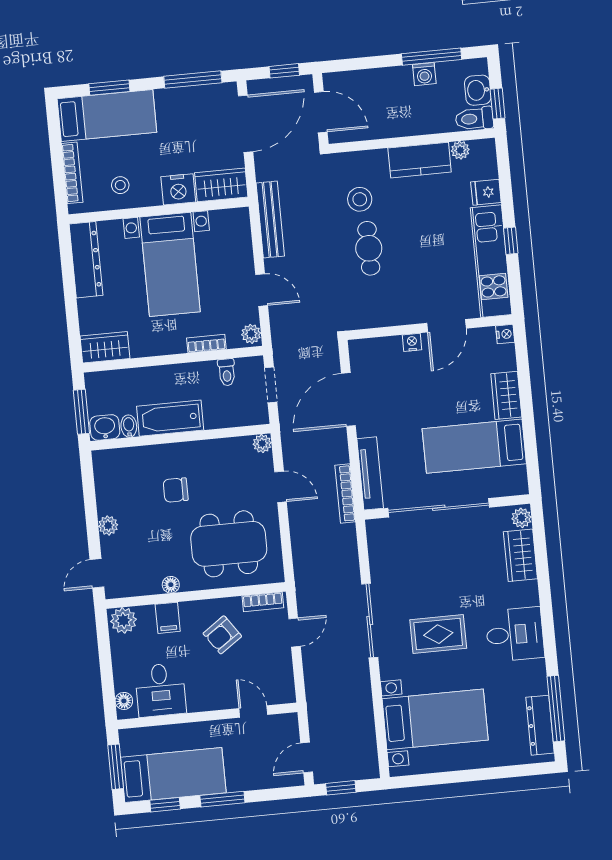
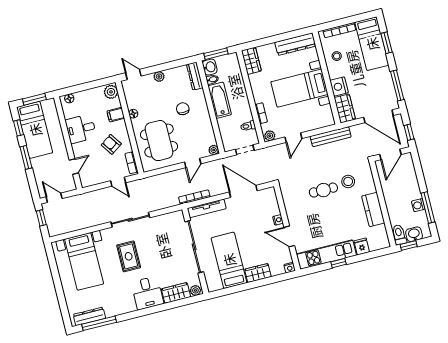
plant: (460, 150) -> (382, 230), removed
dresser: (118, 458) -> (195, 76), added
desk: (515, 634) -> (147, 293), moved
desk: (160, 690) -> (81, 129), moved

